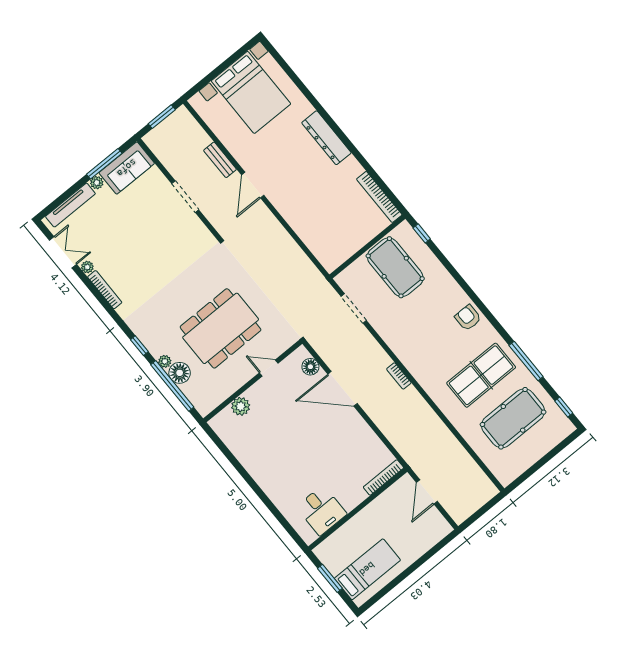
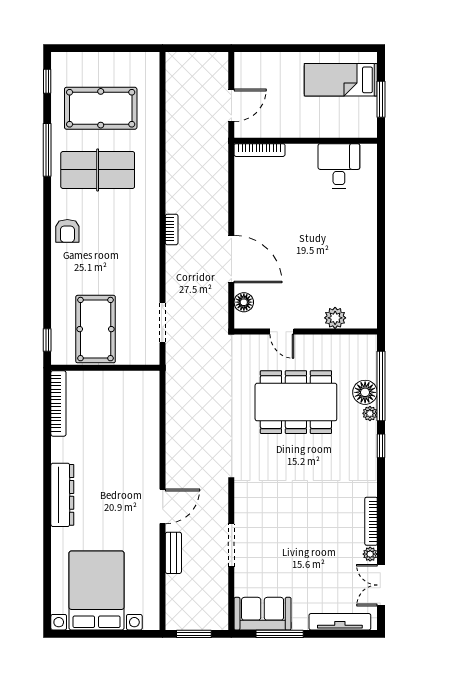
plant: (97, 183) -> (300, 623), removed

